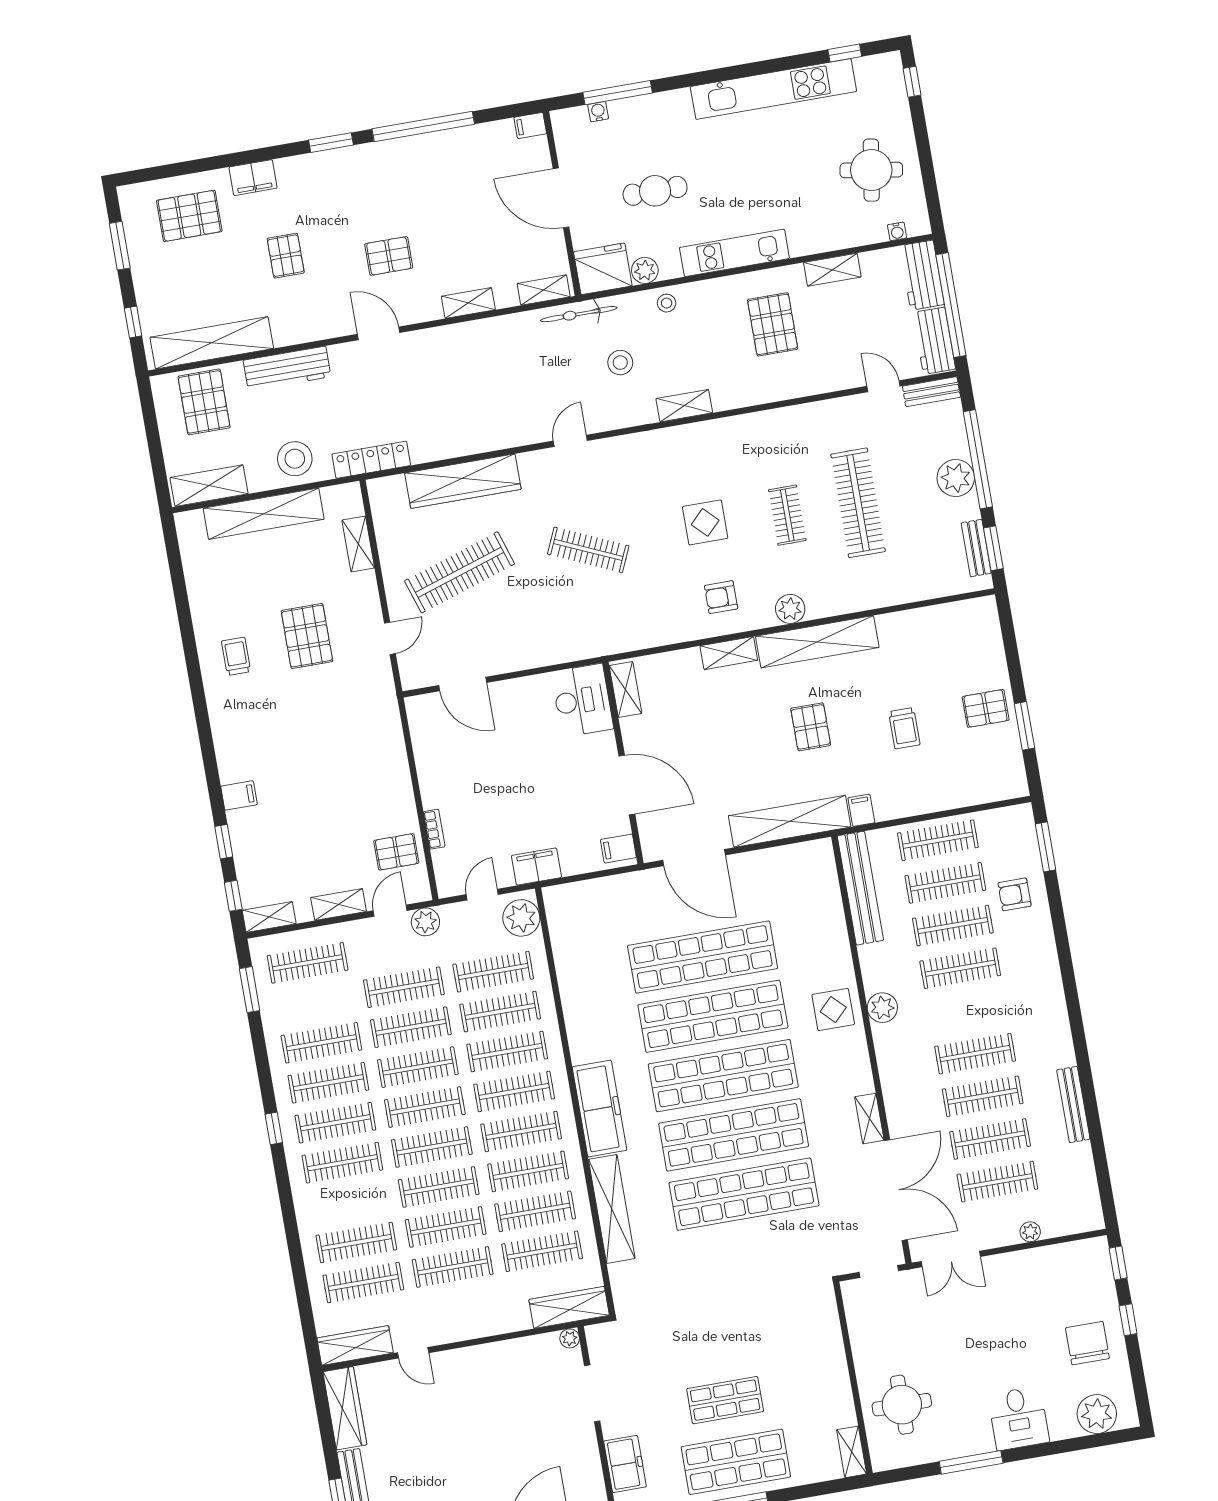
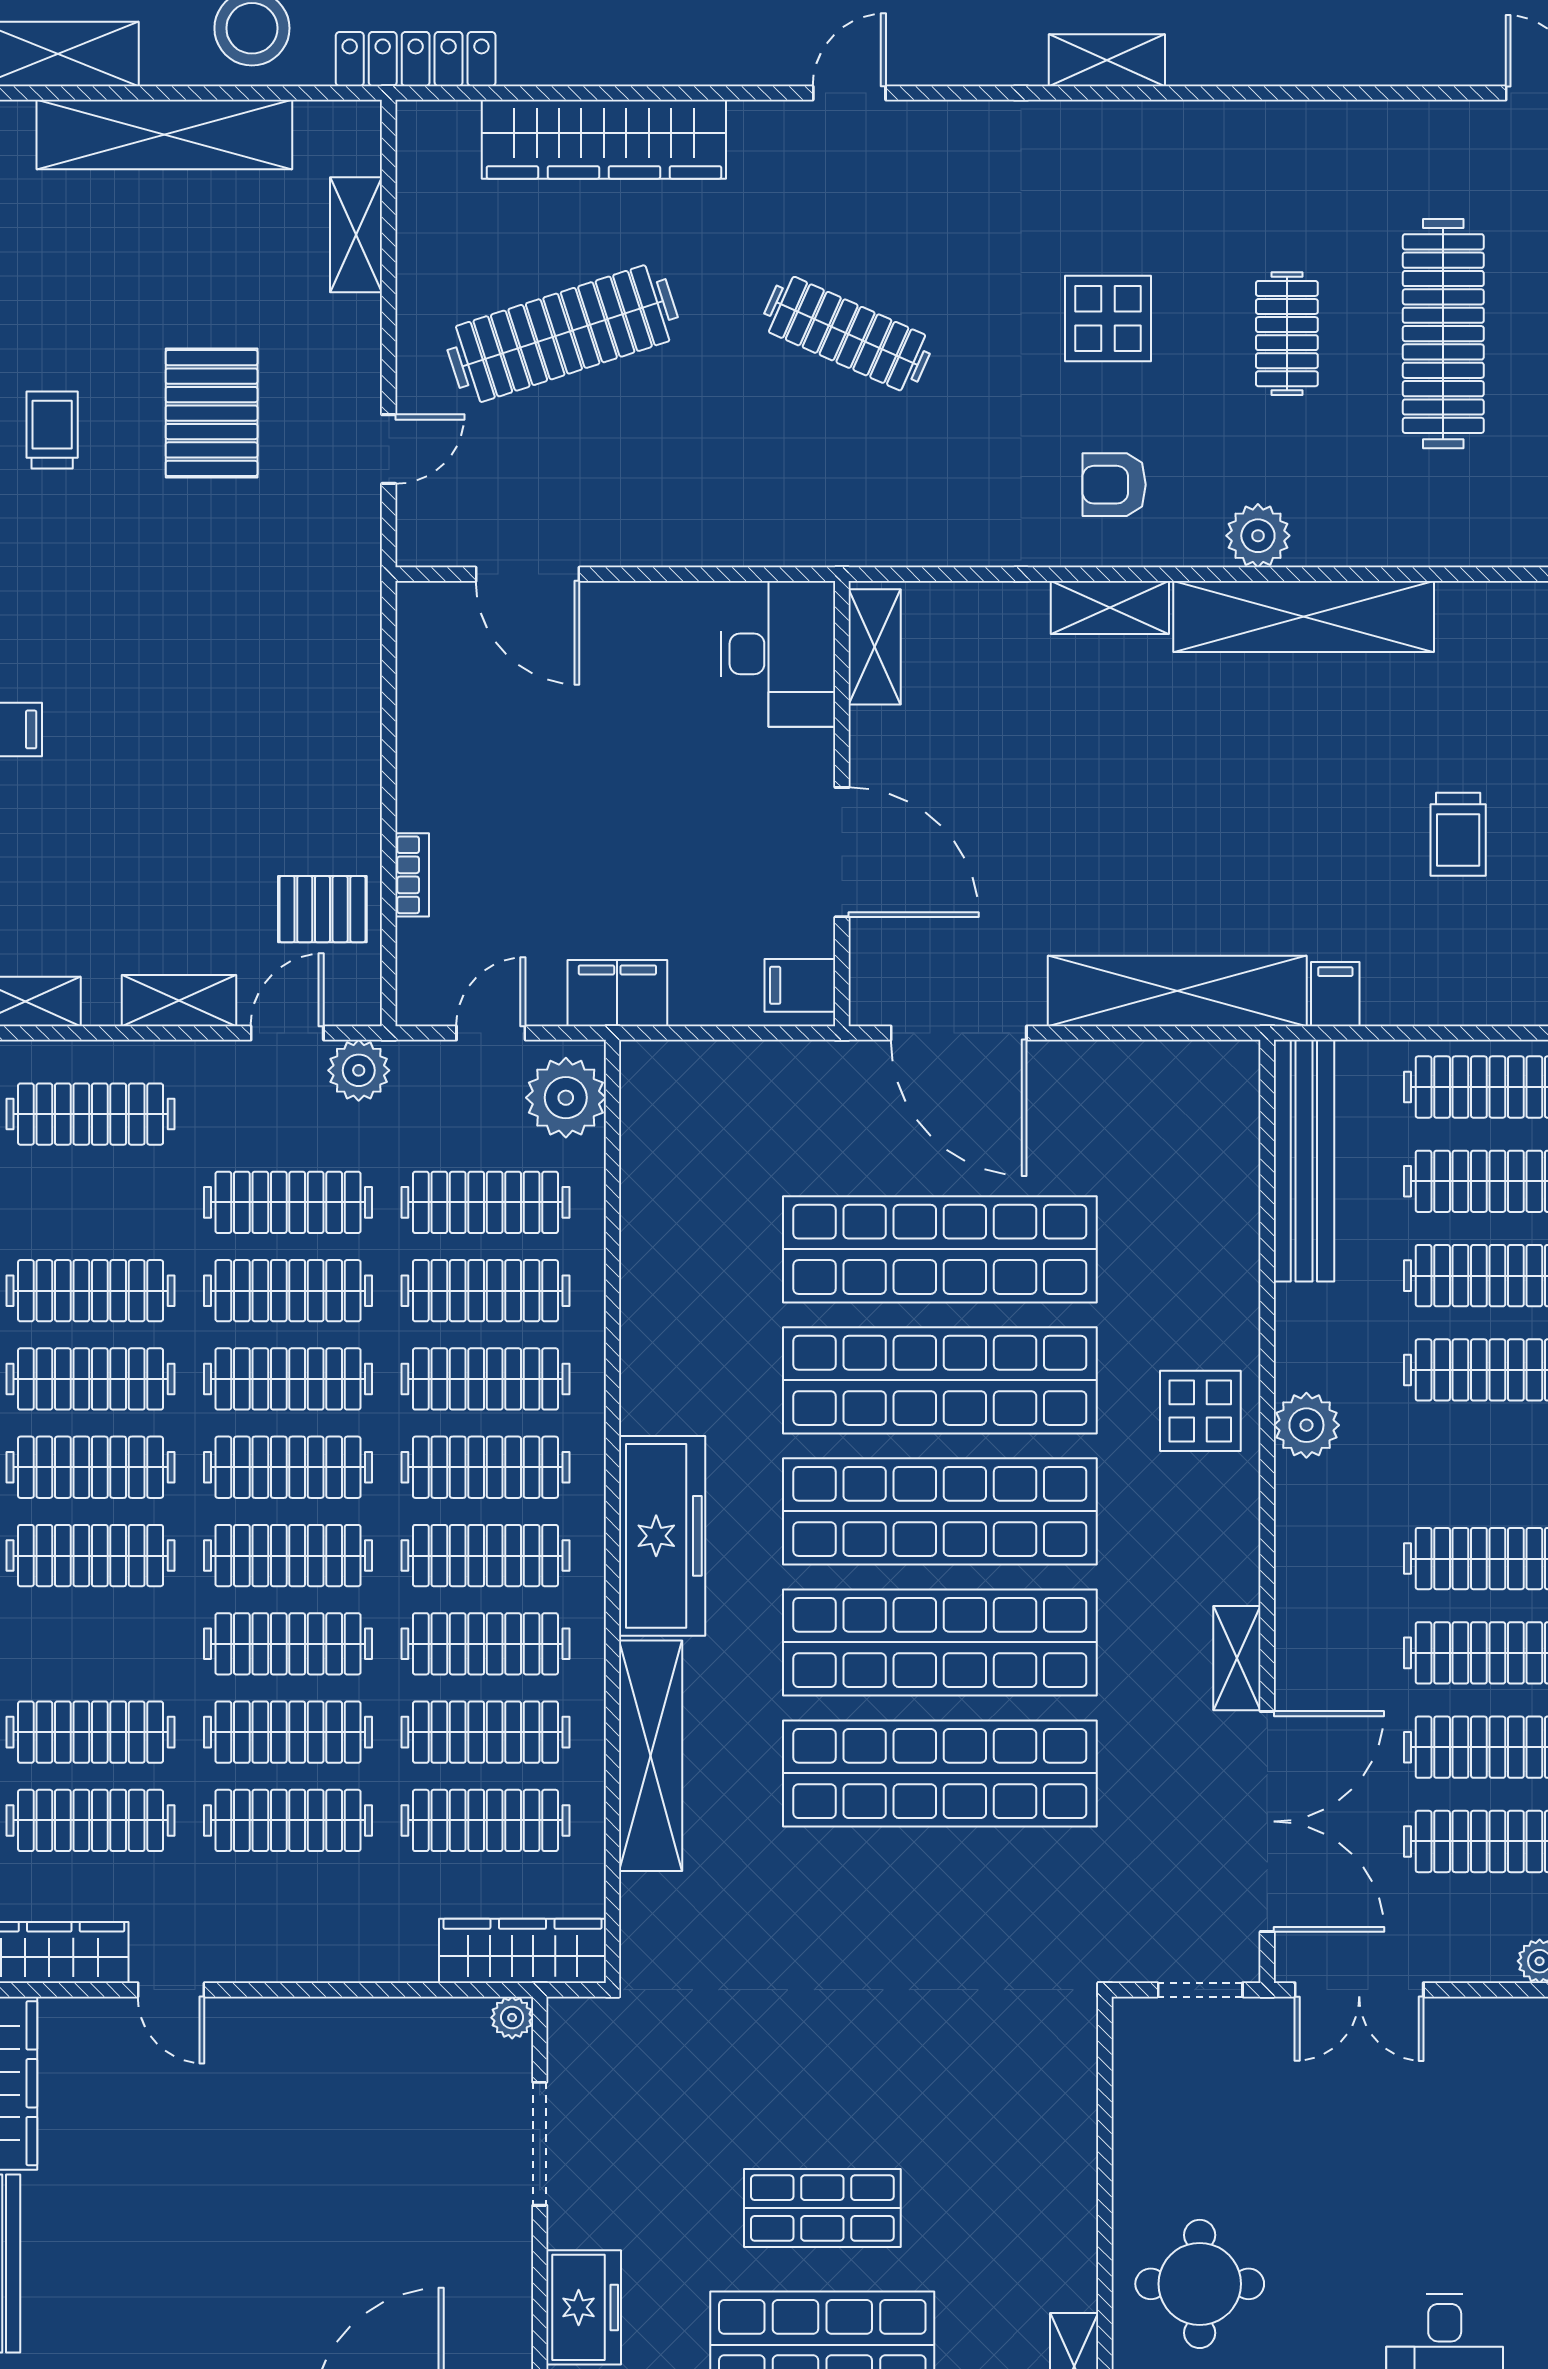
pallet: (811, 727) -> (1258, 796), removed

